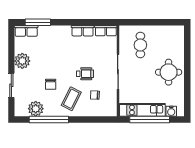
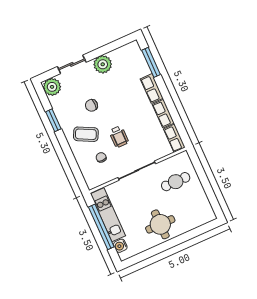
row of seats: (26, 31) -> (152, 89), moved
plant: (36, 109) -> (52, 87), moved
window: (49, 119) -> (53, 120), width x0.47

